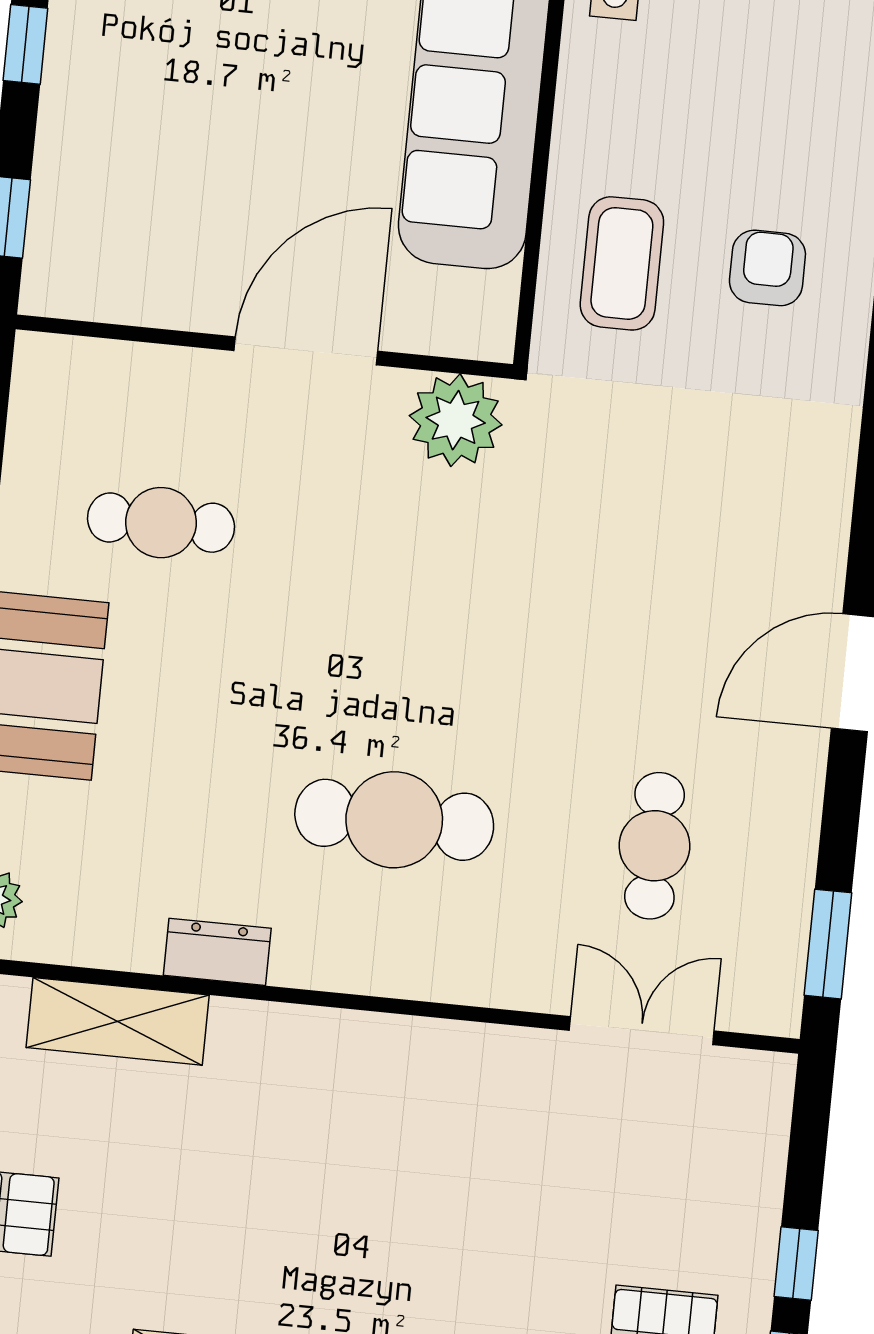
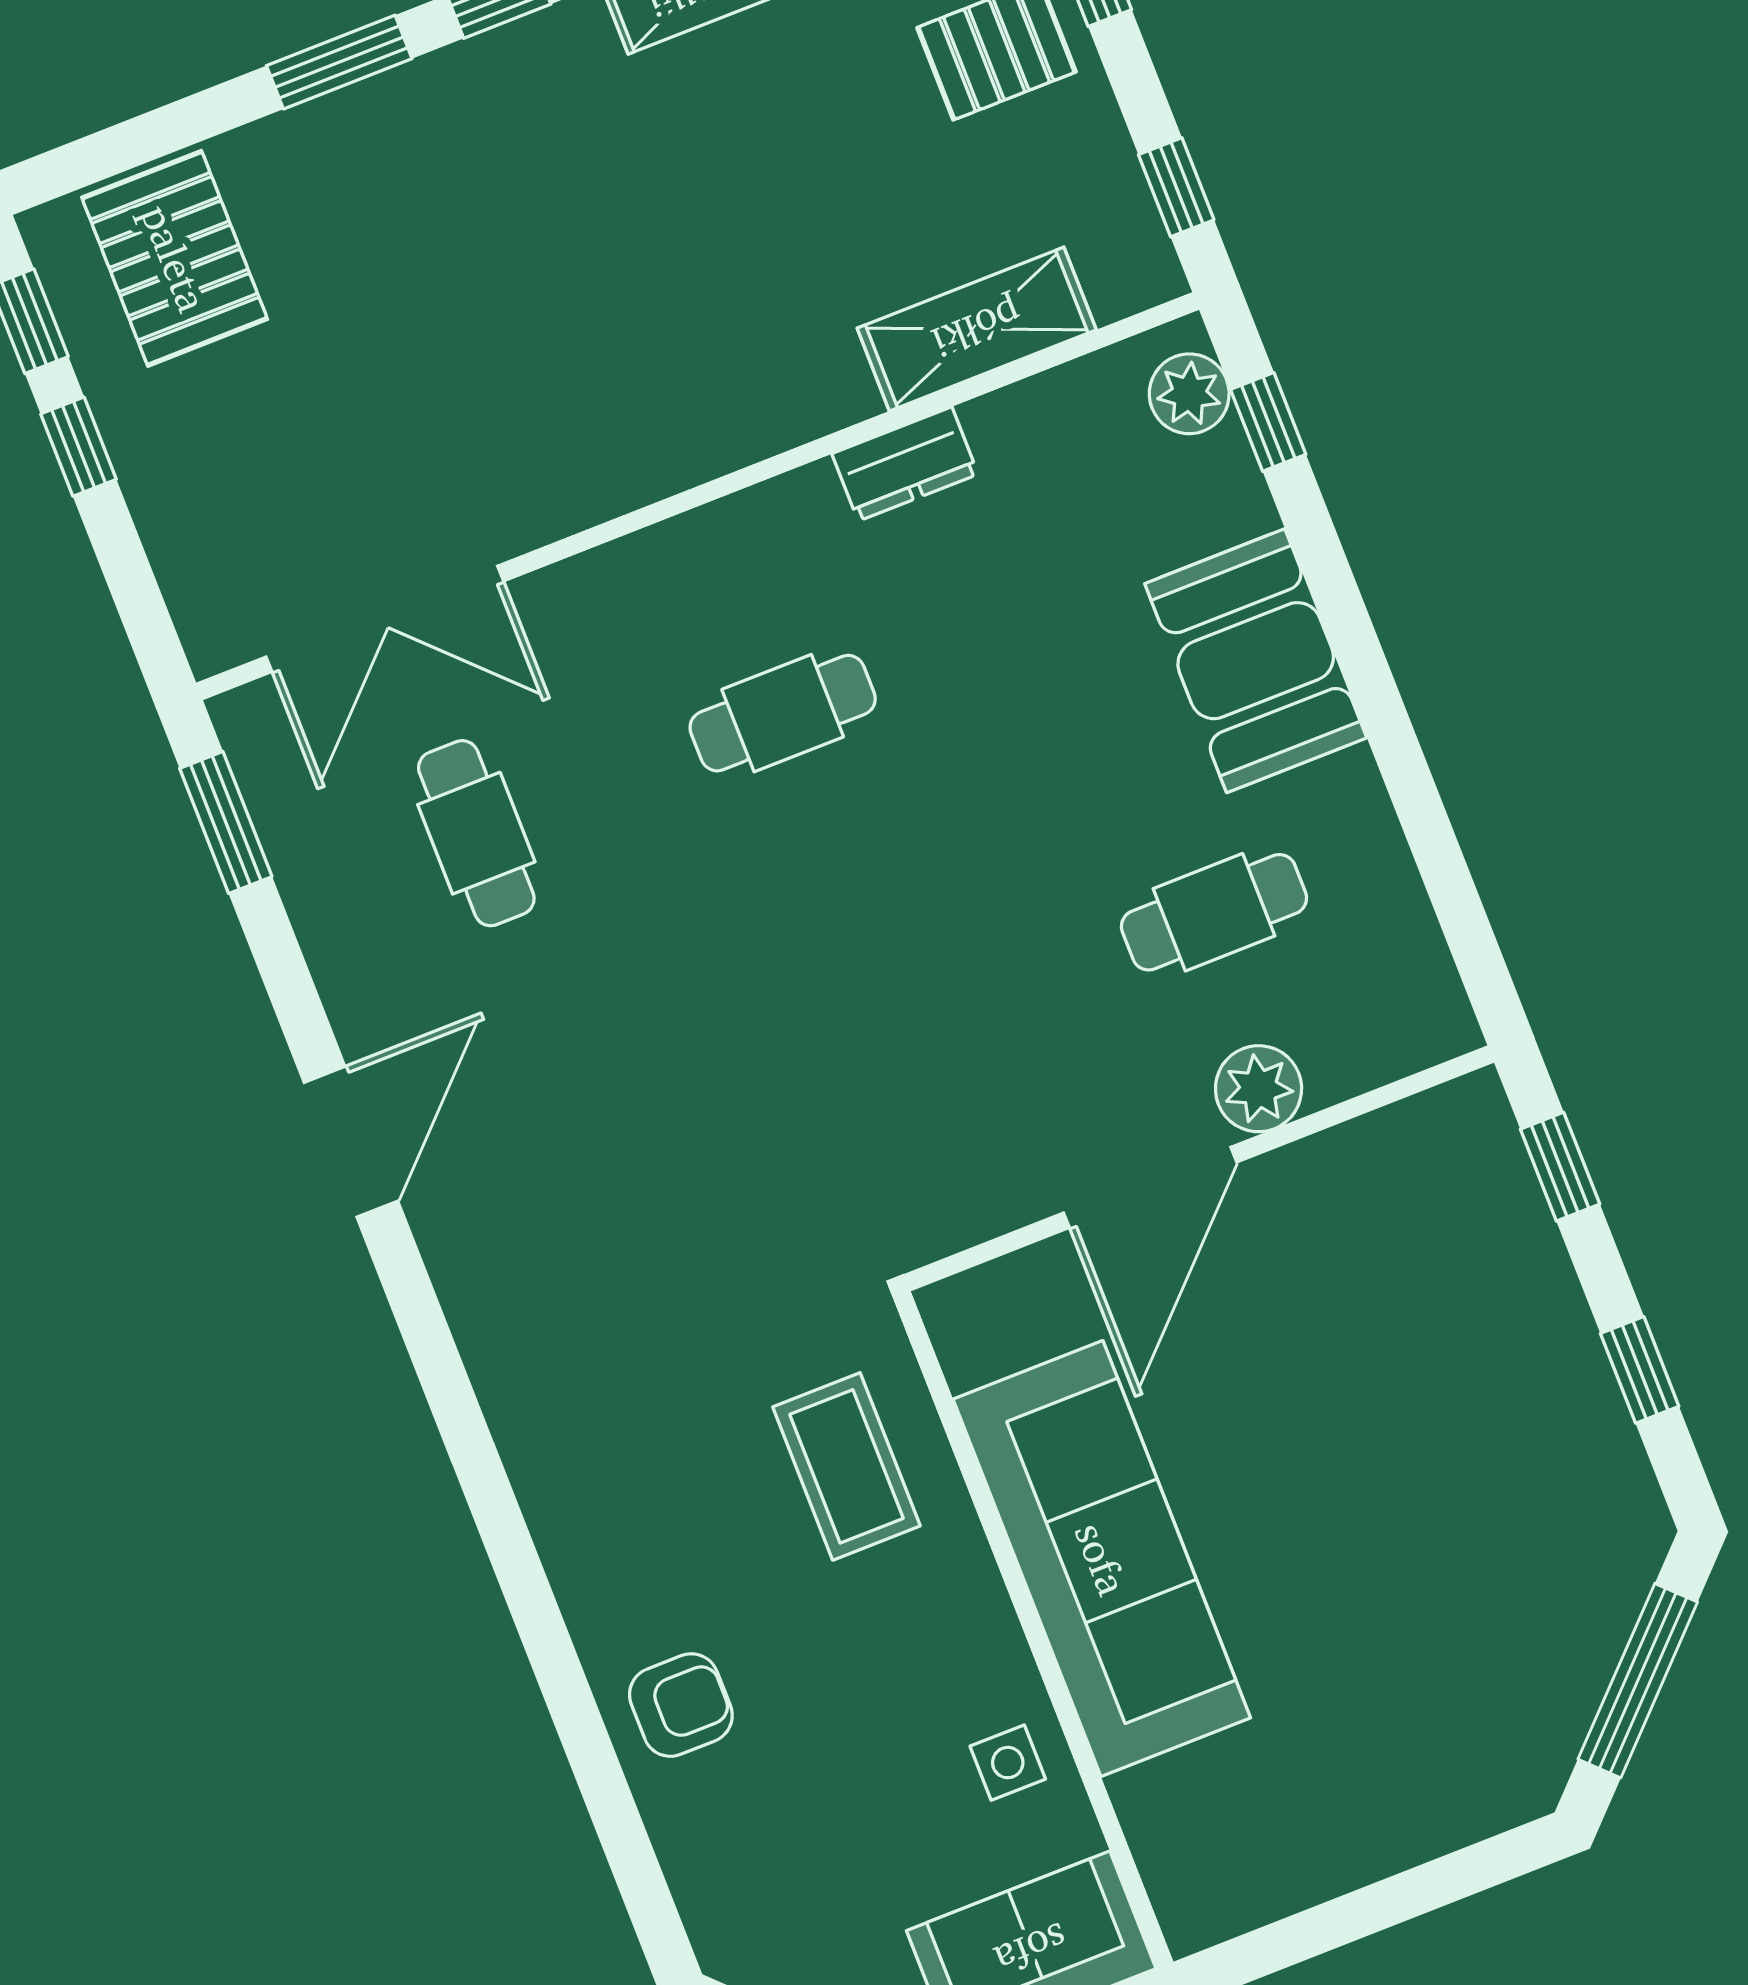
armchair: (767, 268) -> (681, 1705), moved, turned -90
plant: (456, 420) -> (1259, 1089), moved, width x0.73, depth x0.73
cafe table: (394, 820) -> (783, 713), width x0.73, depth x0.74
double door: (642, 1031) -> (385, 619), width x1.37

